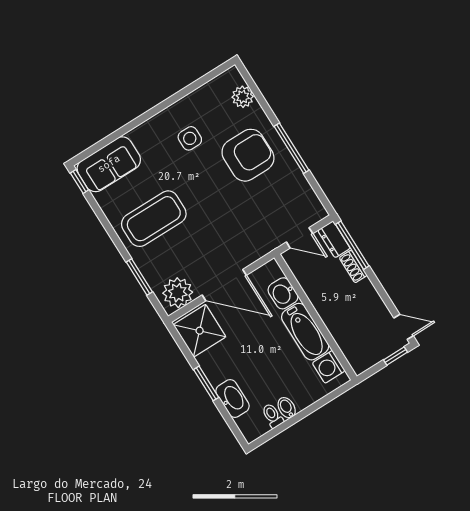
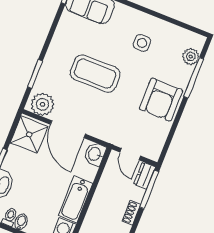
window: (291, 148) -> (194, 78), moved
armchair: (248, 155) -> (161, 100), moved, turned 90
coffee table: (154, 219) -> (95, 74), moved
shoe rack: (353, 266) -> (131, 213), moved
washbasin: (283, 293) -> (95, 154), moved

